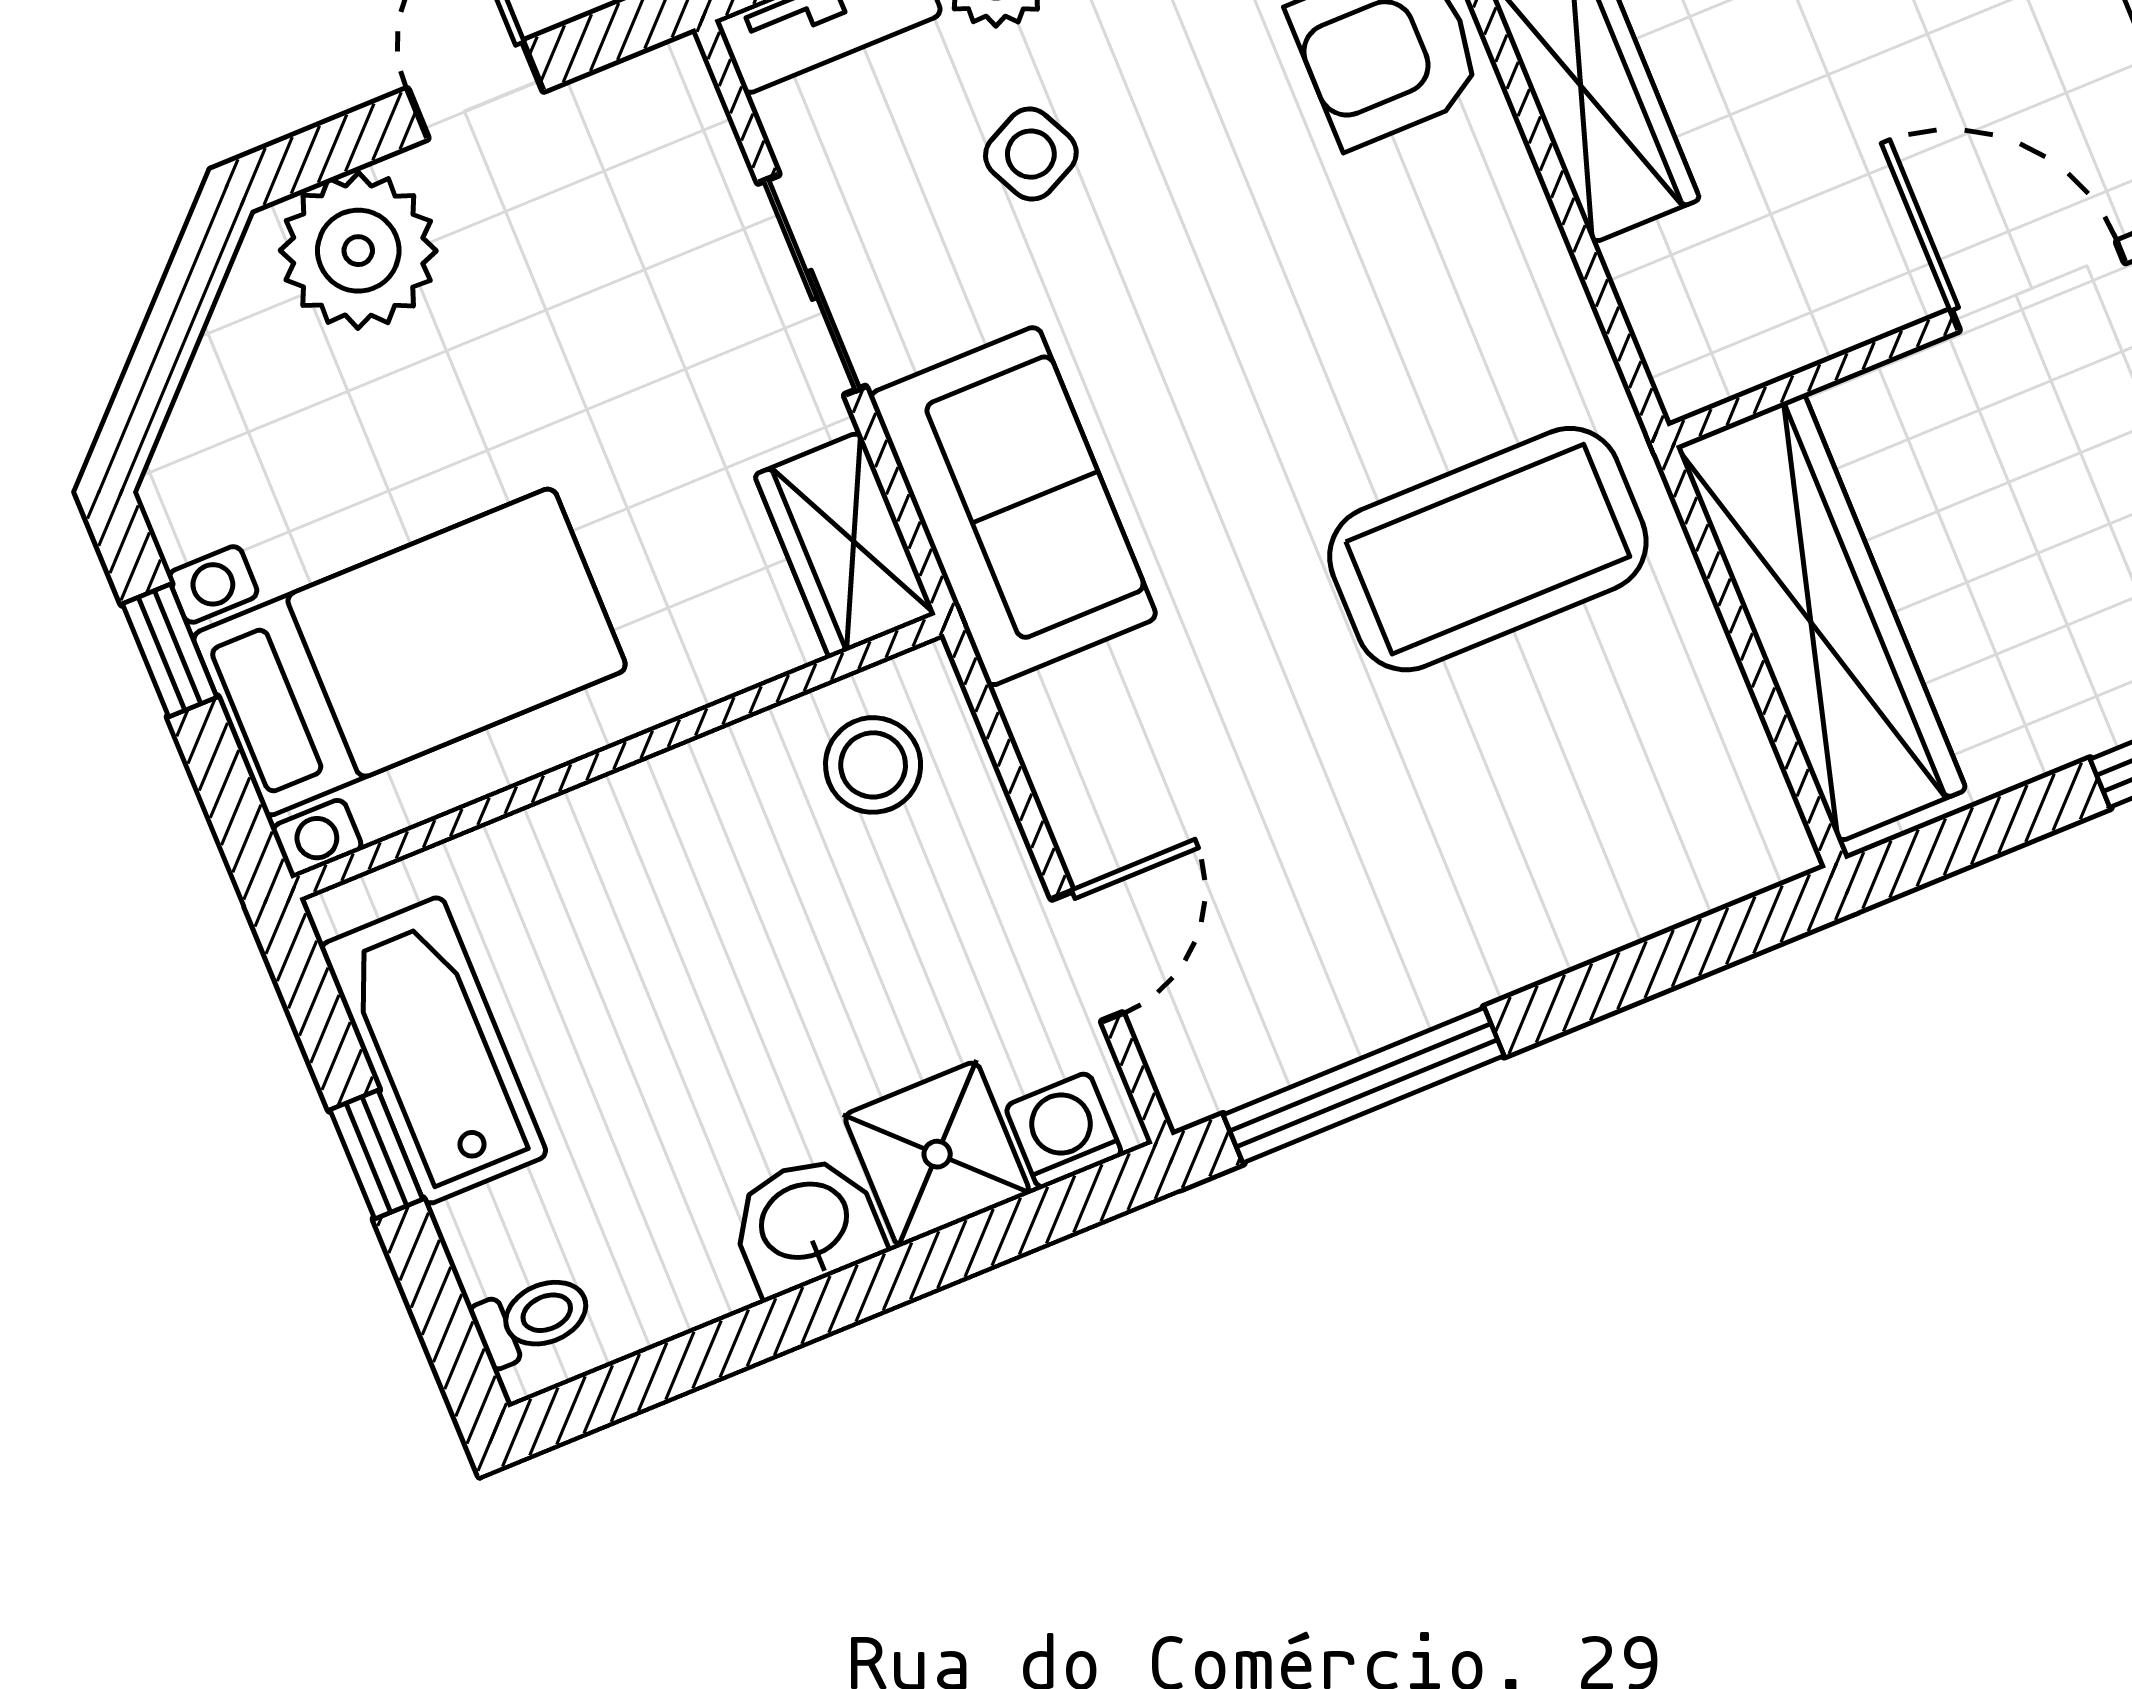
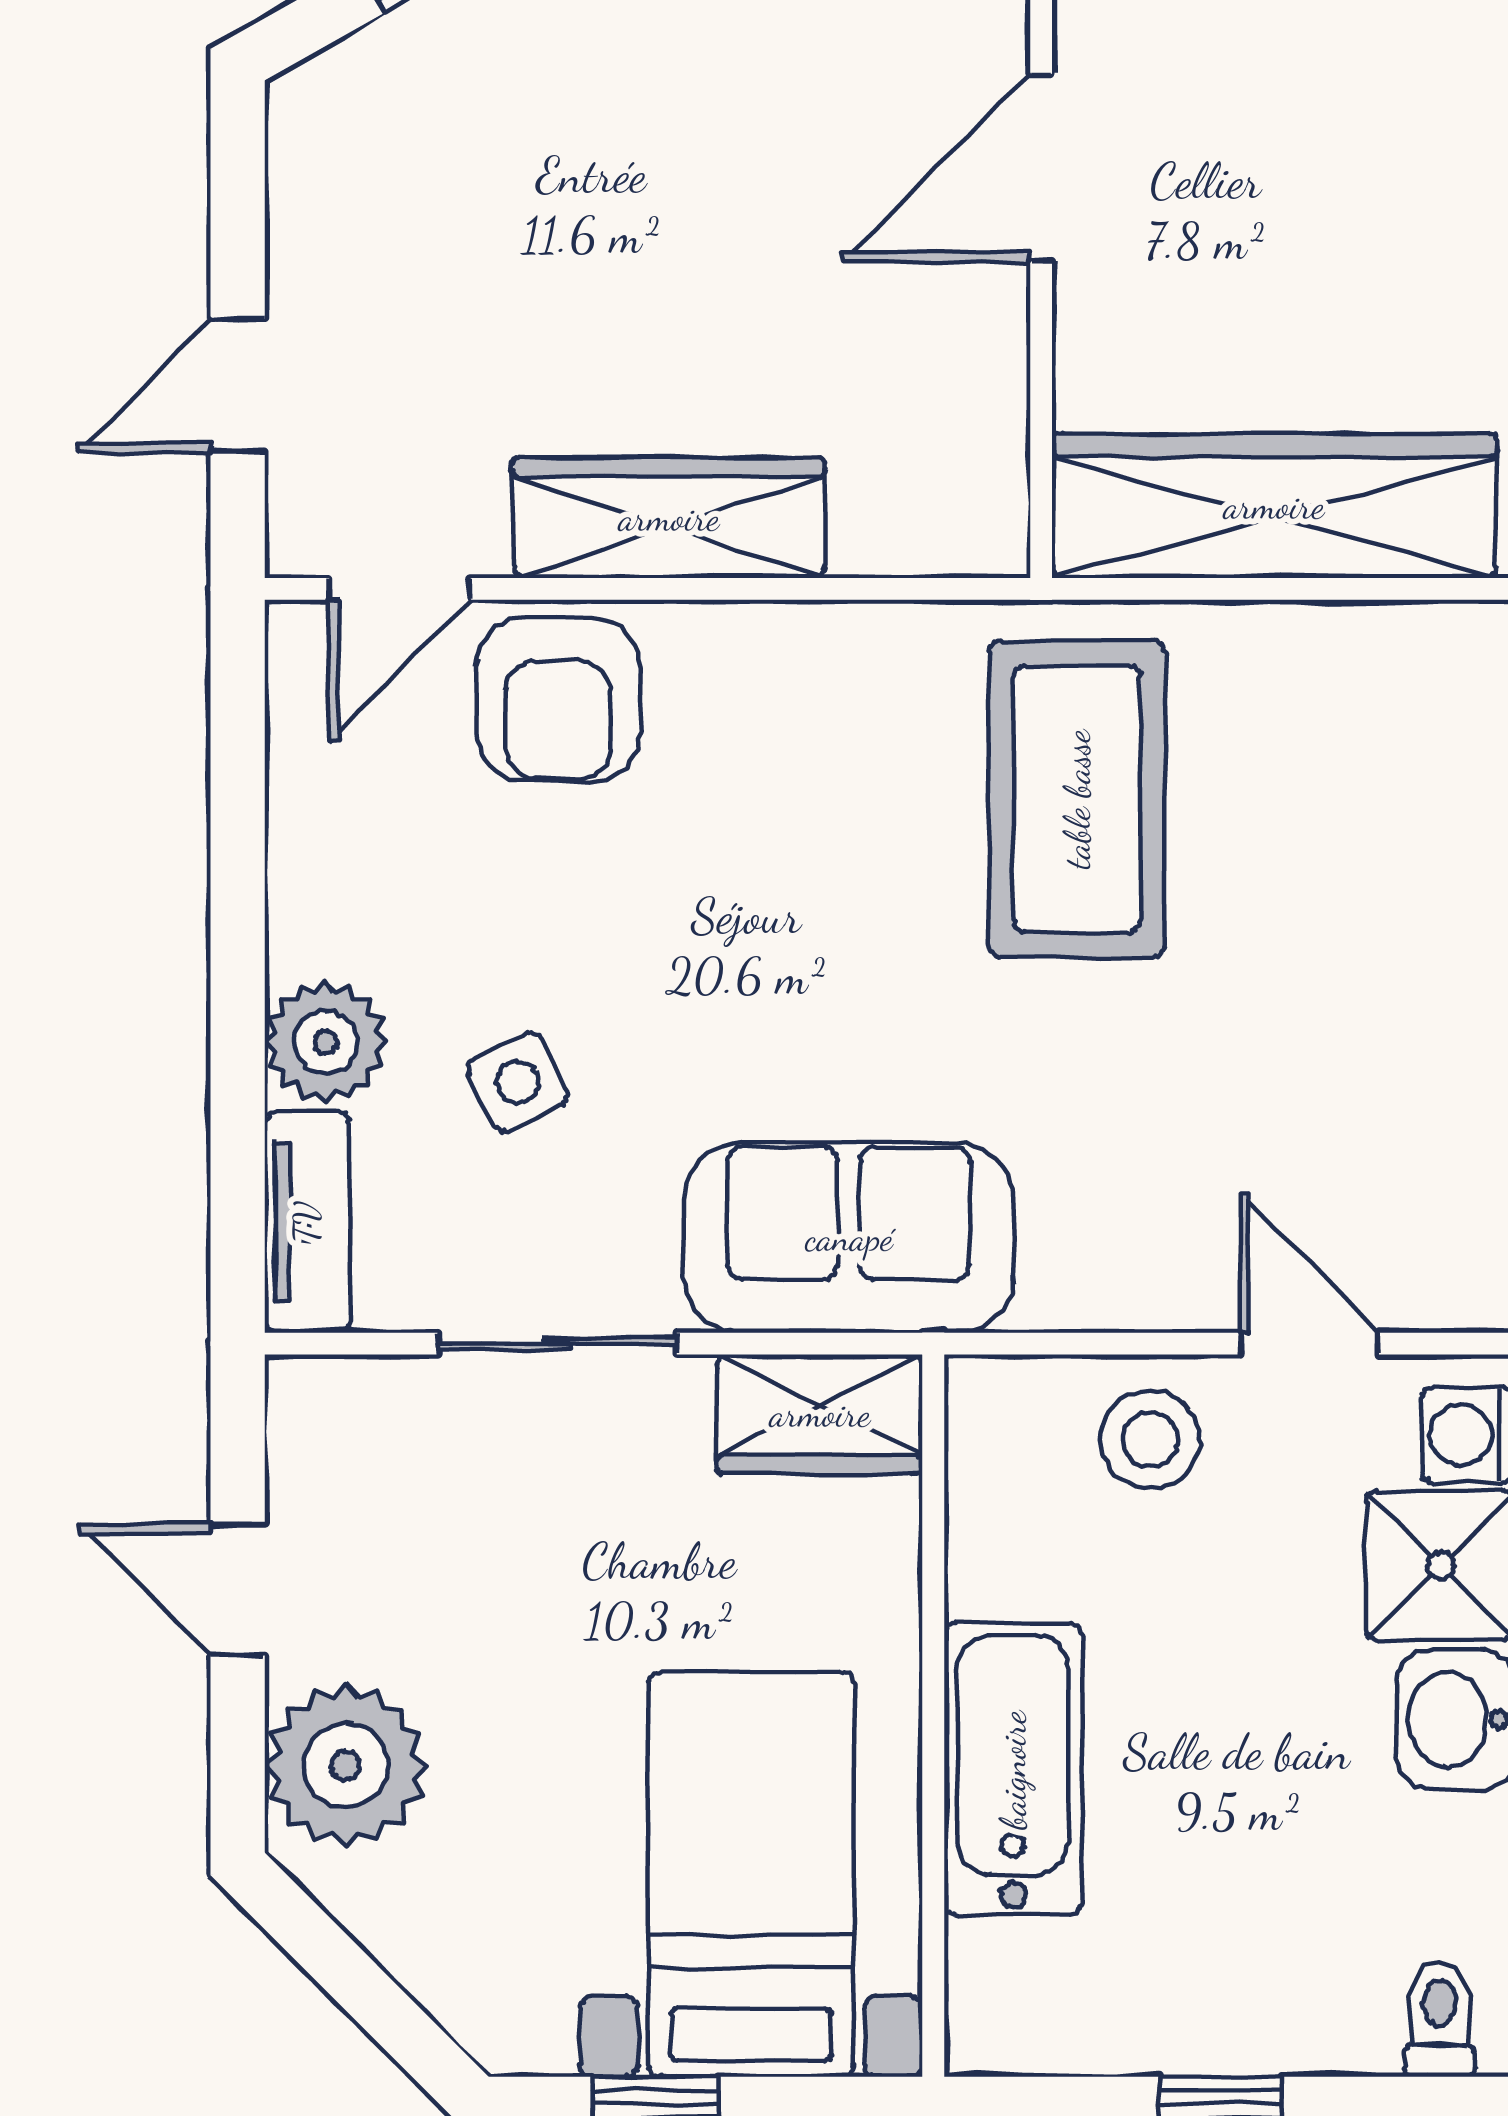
stool: (873, 765) -> (1150, 1439), moved
bathtub: (434, 1050) -> (1013, 1770), moved, turned 90

